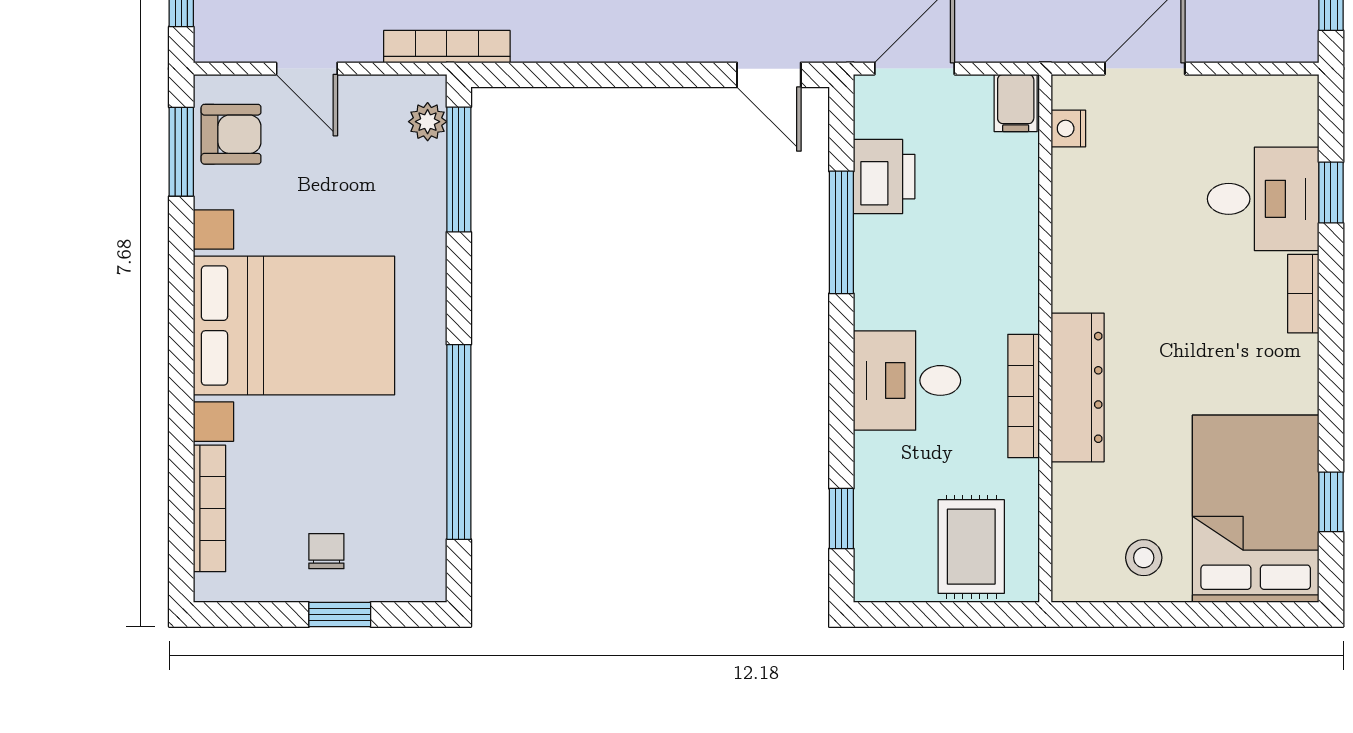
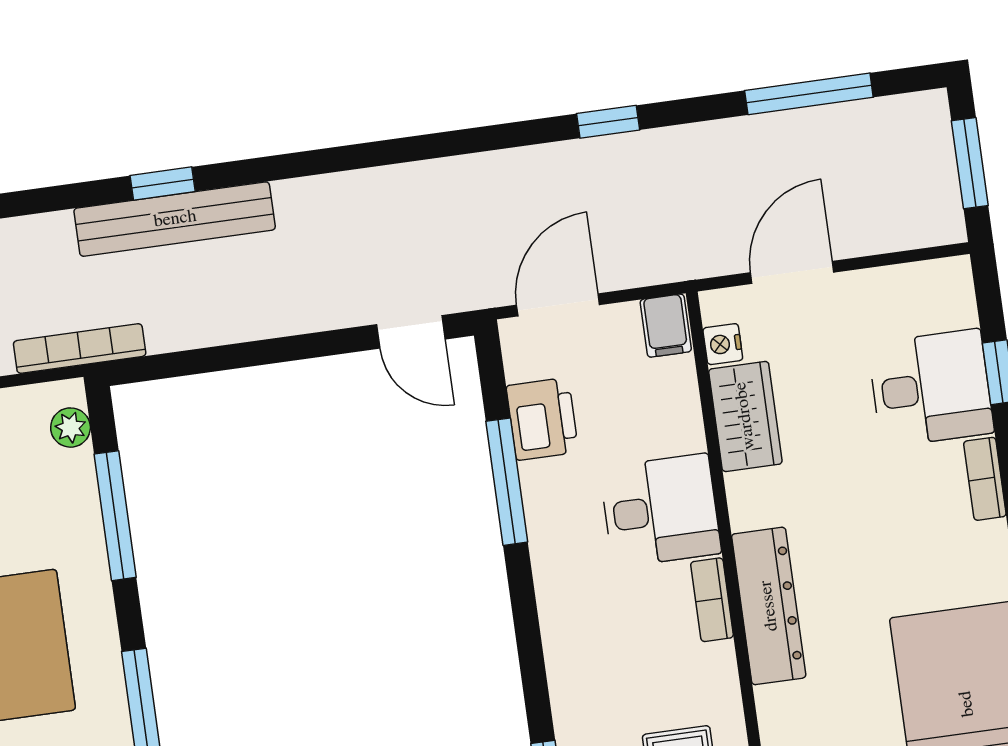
window: (459, 170) -> (115, 516), moved
wardrobe: (1080, 201) -> (745, 416), added
desk: (907, 380) -> (660, 510), moved, turned 180
bookcase: (1024, 396) -> (712, 600), width x0.64

